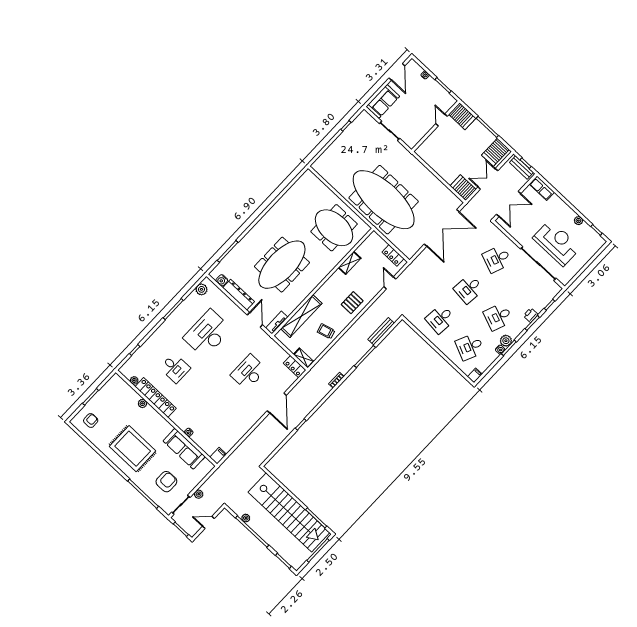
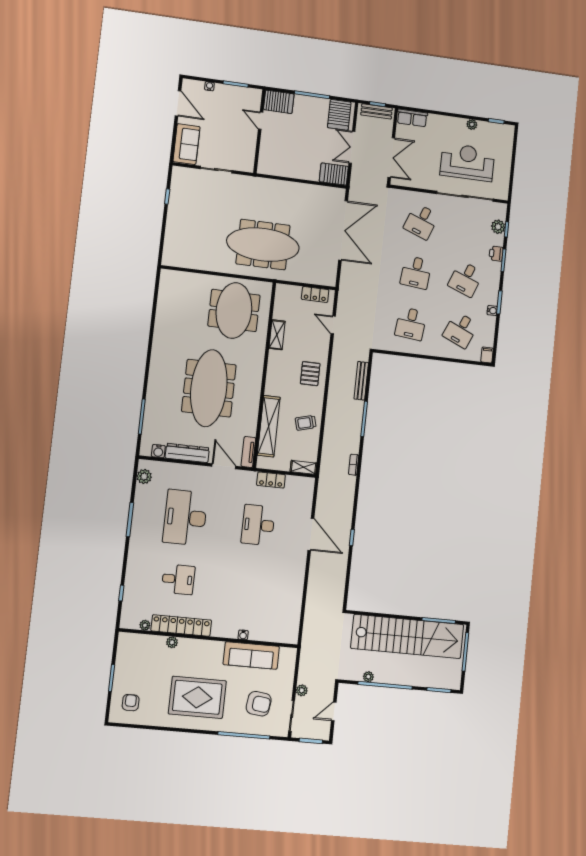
meeting table: (384, 200) -> (263, 245), width x0.73, depth x0.79
meeting table: (334, 228) -> (234, 311), turned 90
plant: (506, 341) -> (498, 227), moved
locker: (295, 367) -> (271, 480), moved
filing cabinet: (218, 456) -> (292, 635), removed
armchair: (166, 482) -> (259, 704), turned 97

